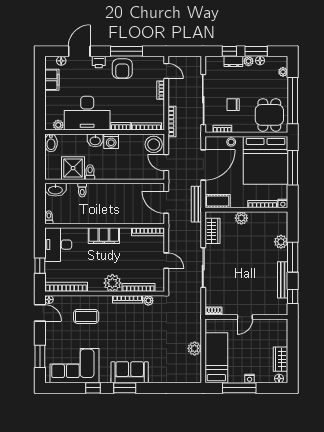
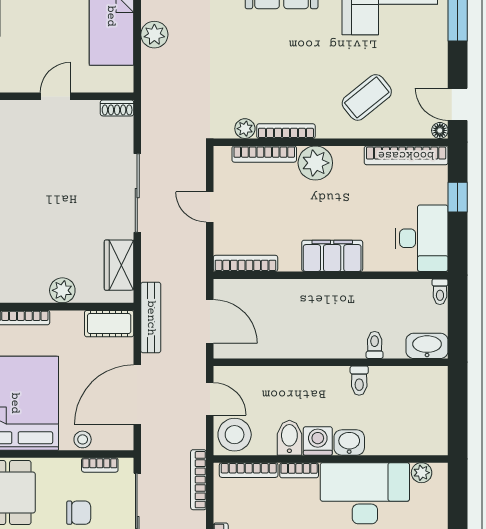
bidet: (51, 143) -> (289, 438), moved
shower: (73, 168) -> (393, 388), removed
coffee table: (86, 316) -> (367, 97), turned -39

